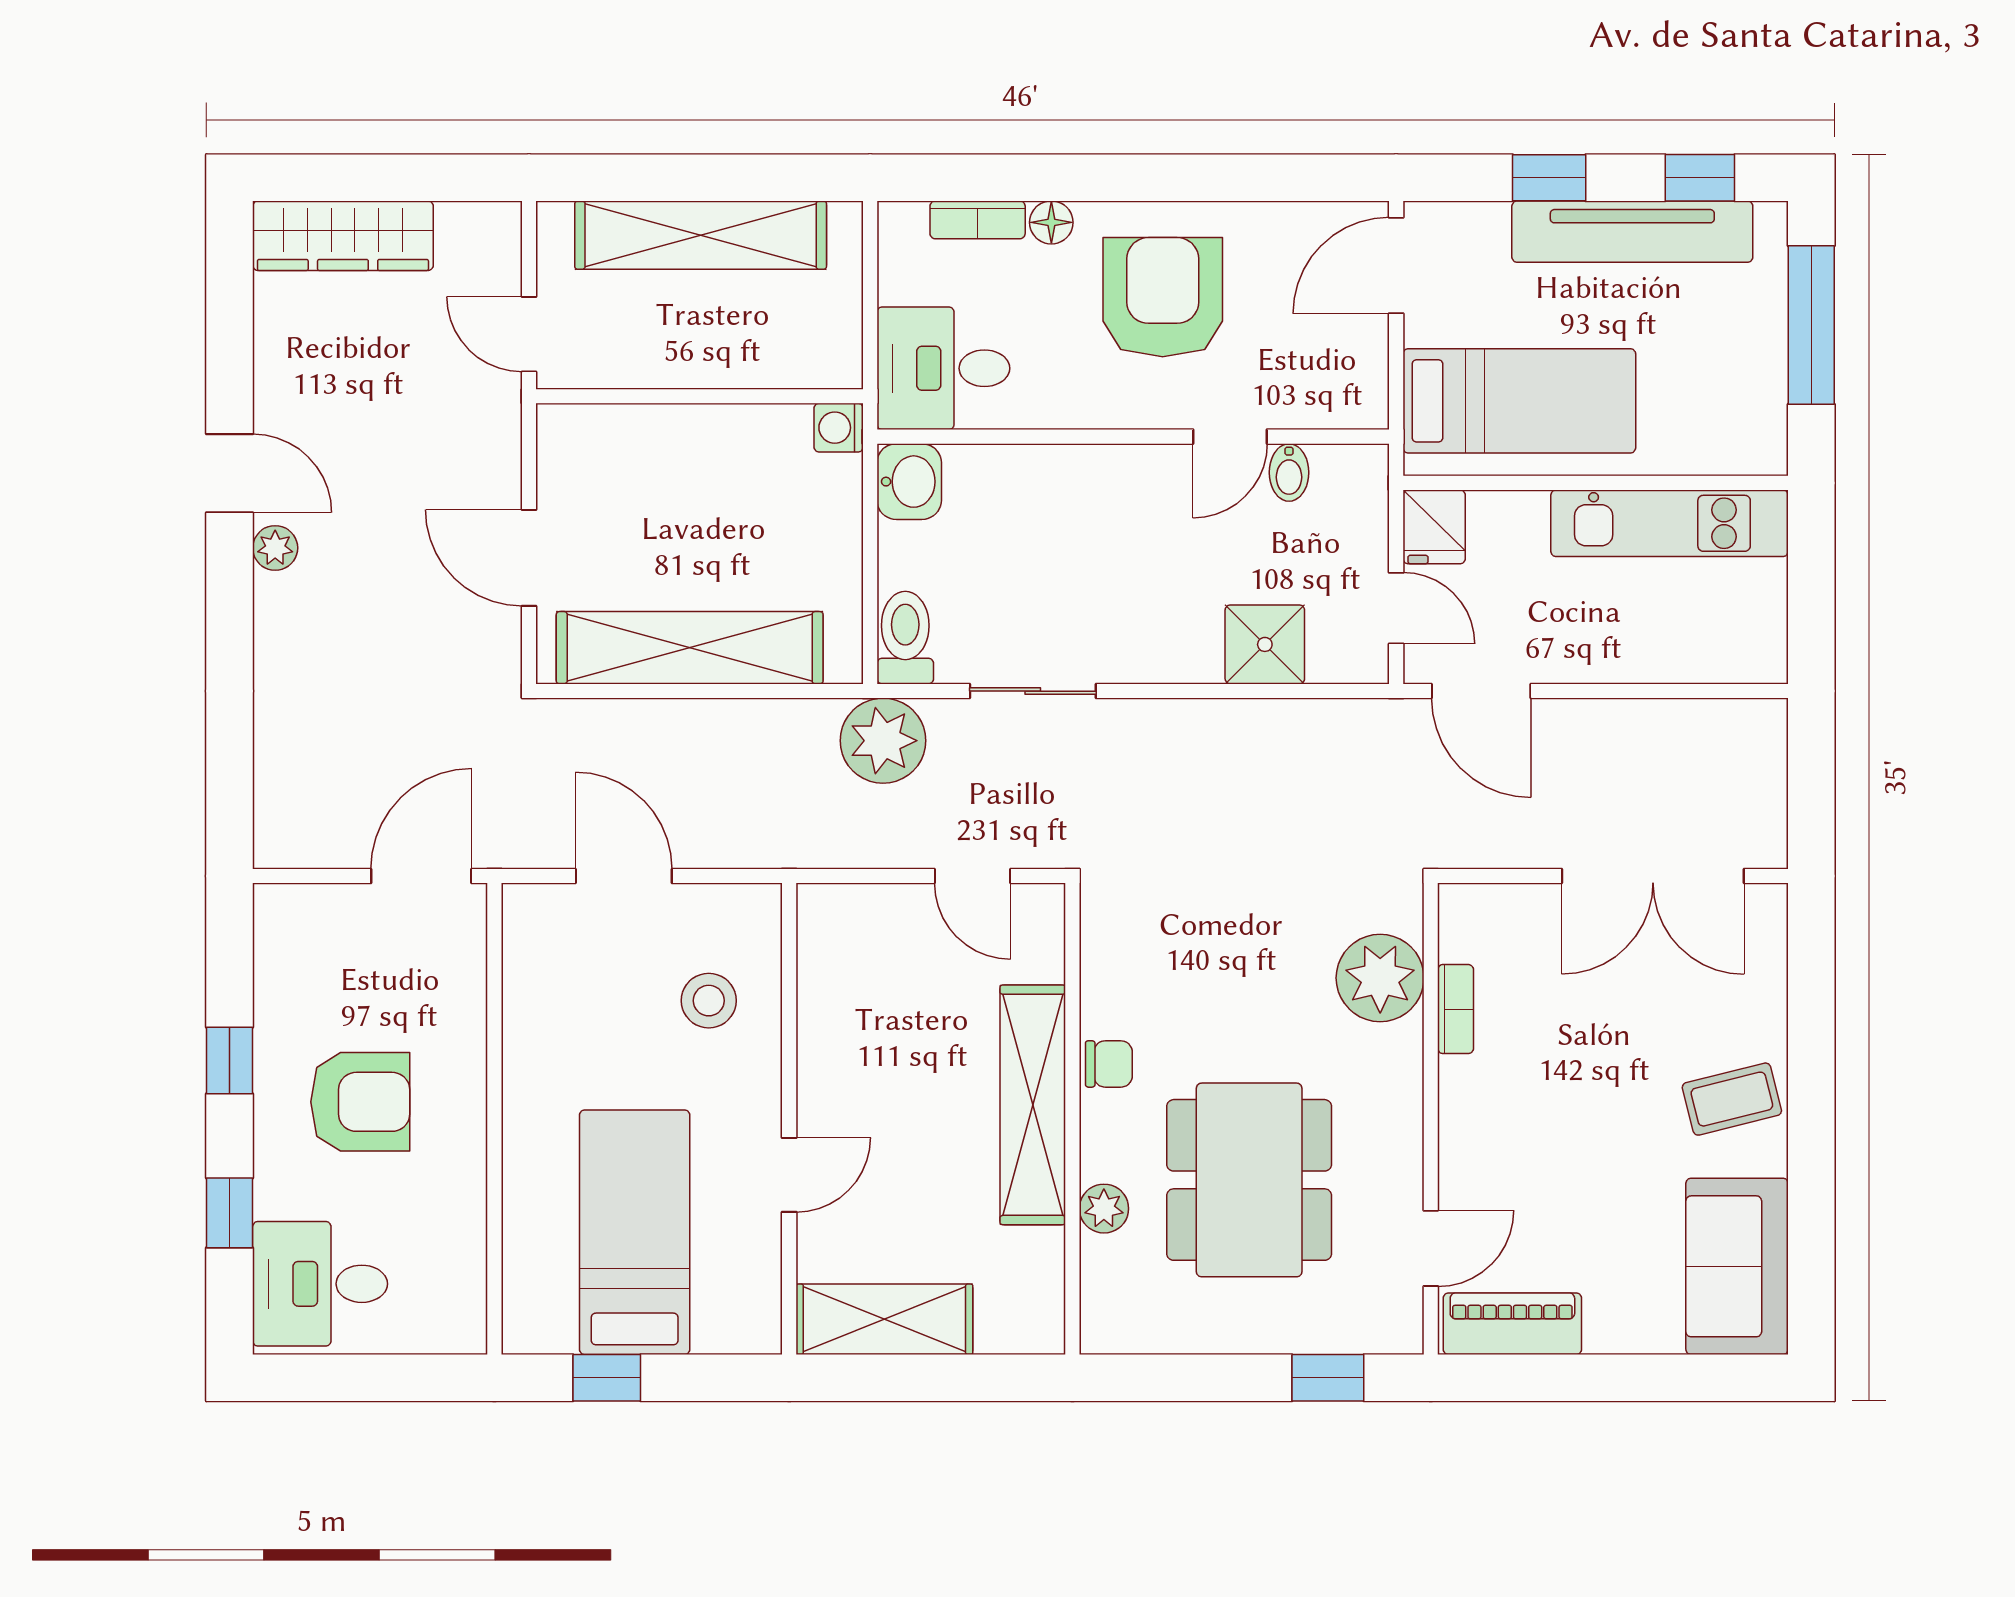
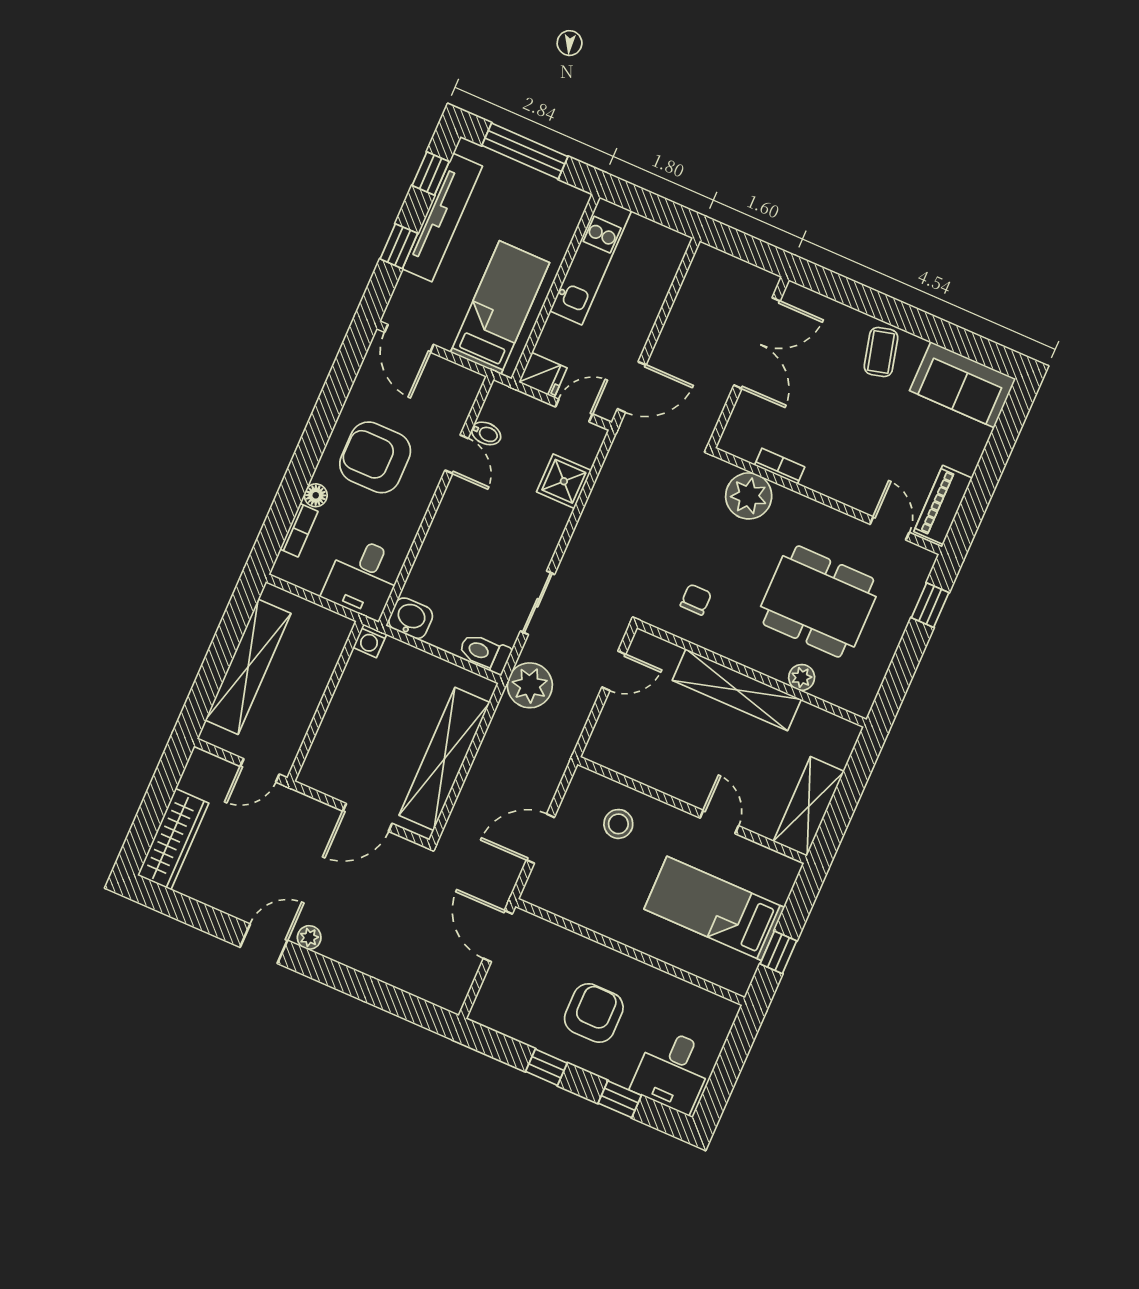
chair: (1109, 1064) -> (696, 600), moved

